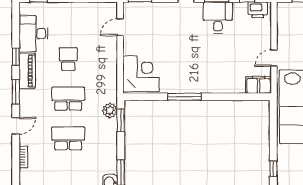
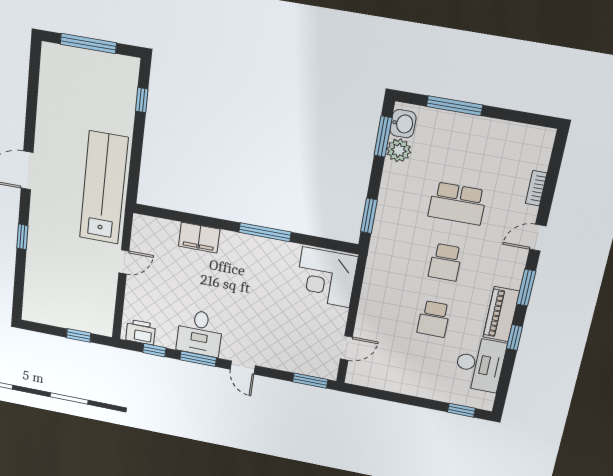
filing cabinet: (259, 85) -> (199, 238), moved
school desk: (68, 99) -> (445, 262), width x0.54
plant: (110, 110) -> (399, 150), moved

